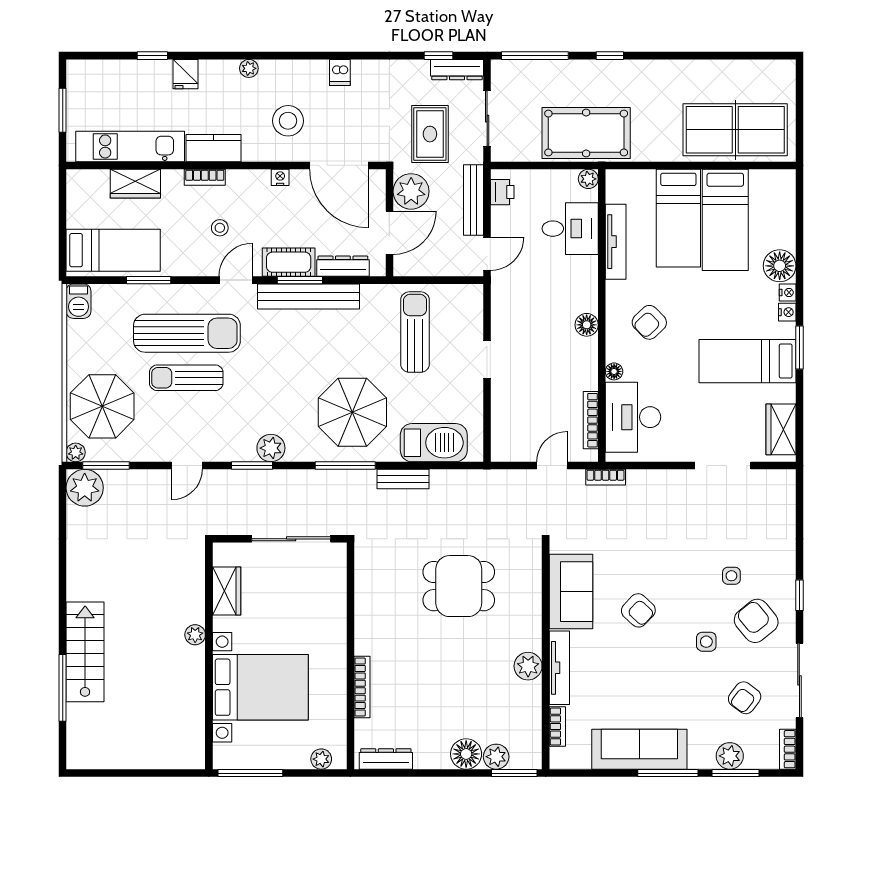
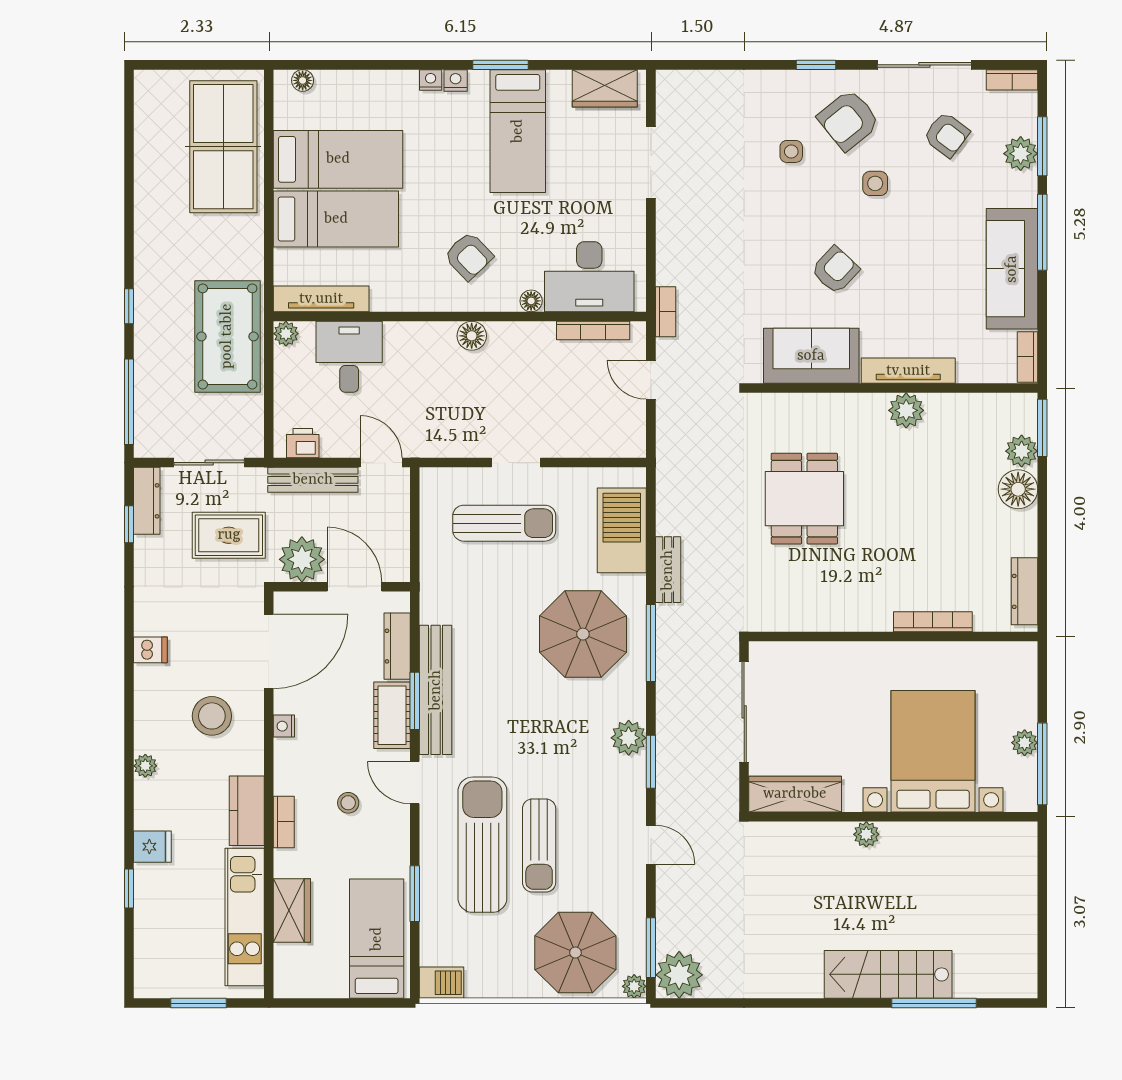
tv unit: (616, 242) -> (321, 299), moved
floor lamp: (780, 266) -> (303, 80), moved, width x0.53, depth x0.53
sun lounger: (415, 332) -> (504, 523), moved, turned 180
wardrobe: (227, 591) -> (795, 794), width x1.50
bookcase: (557, 726) -> (1027, 357), moved, turned -90
plant: (321, 759) -> (1025, 743), moved

